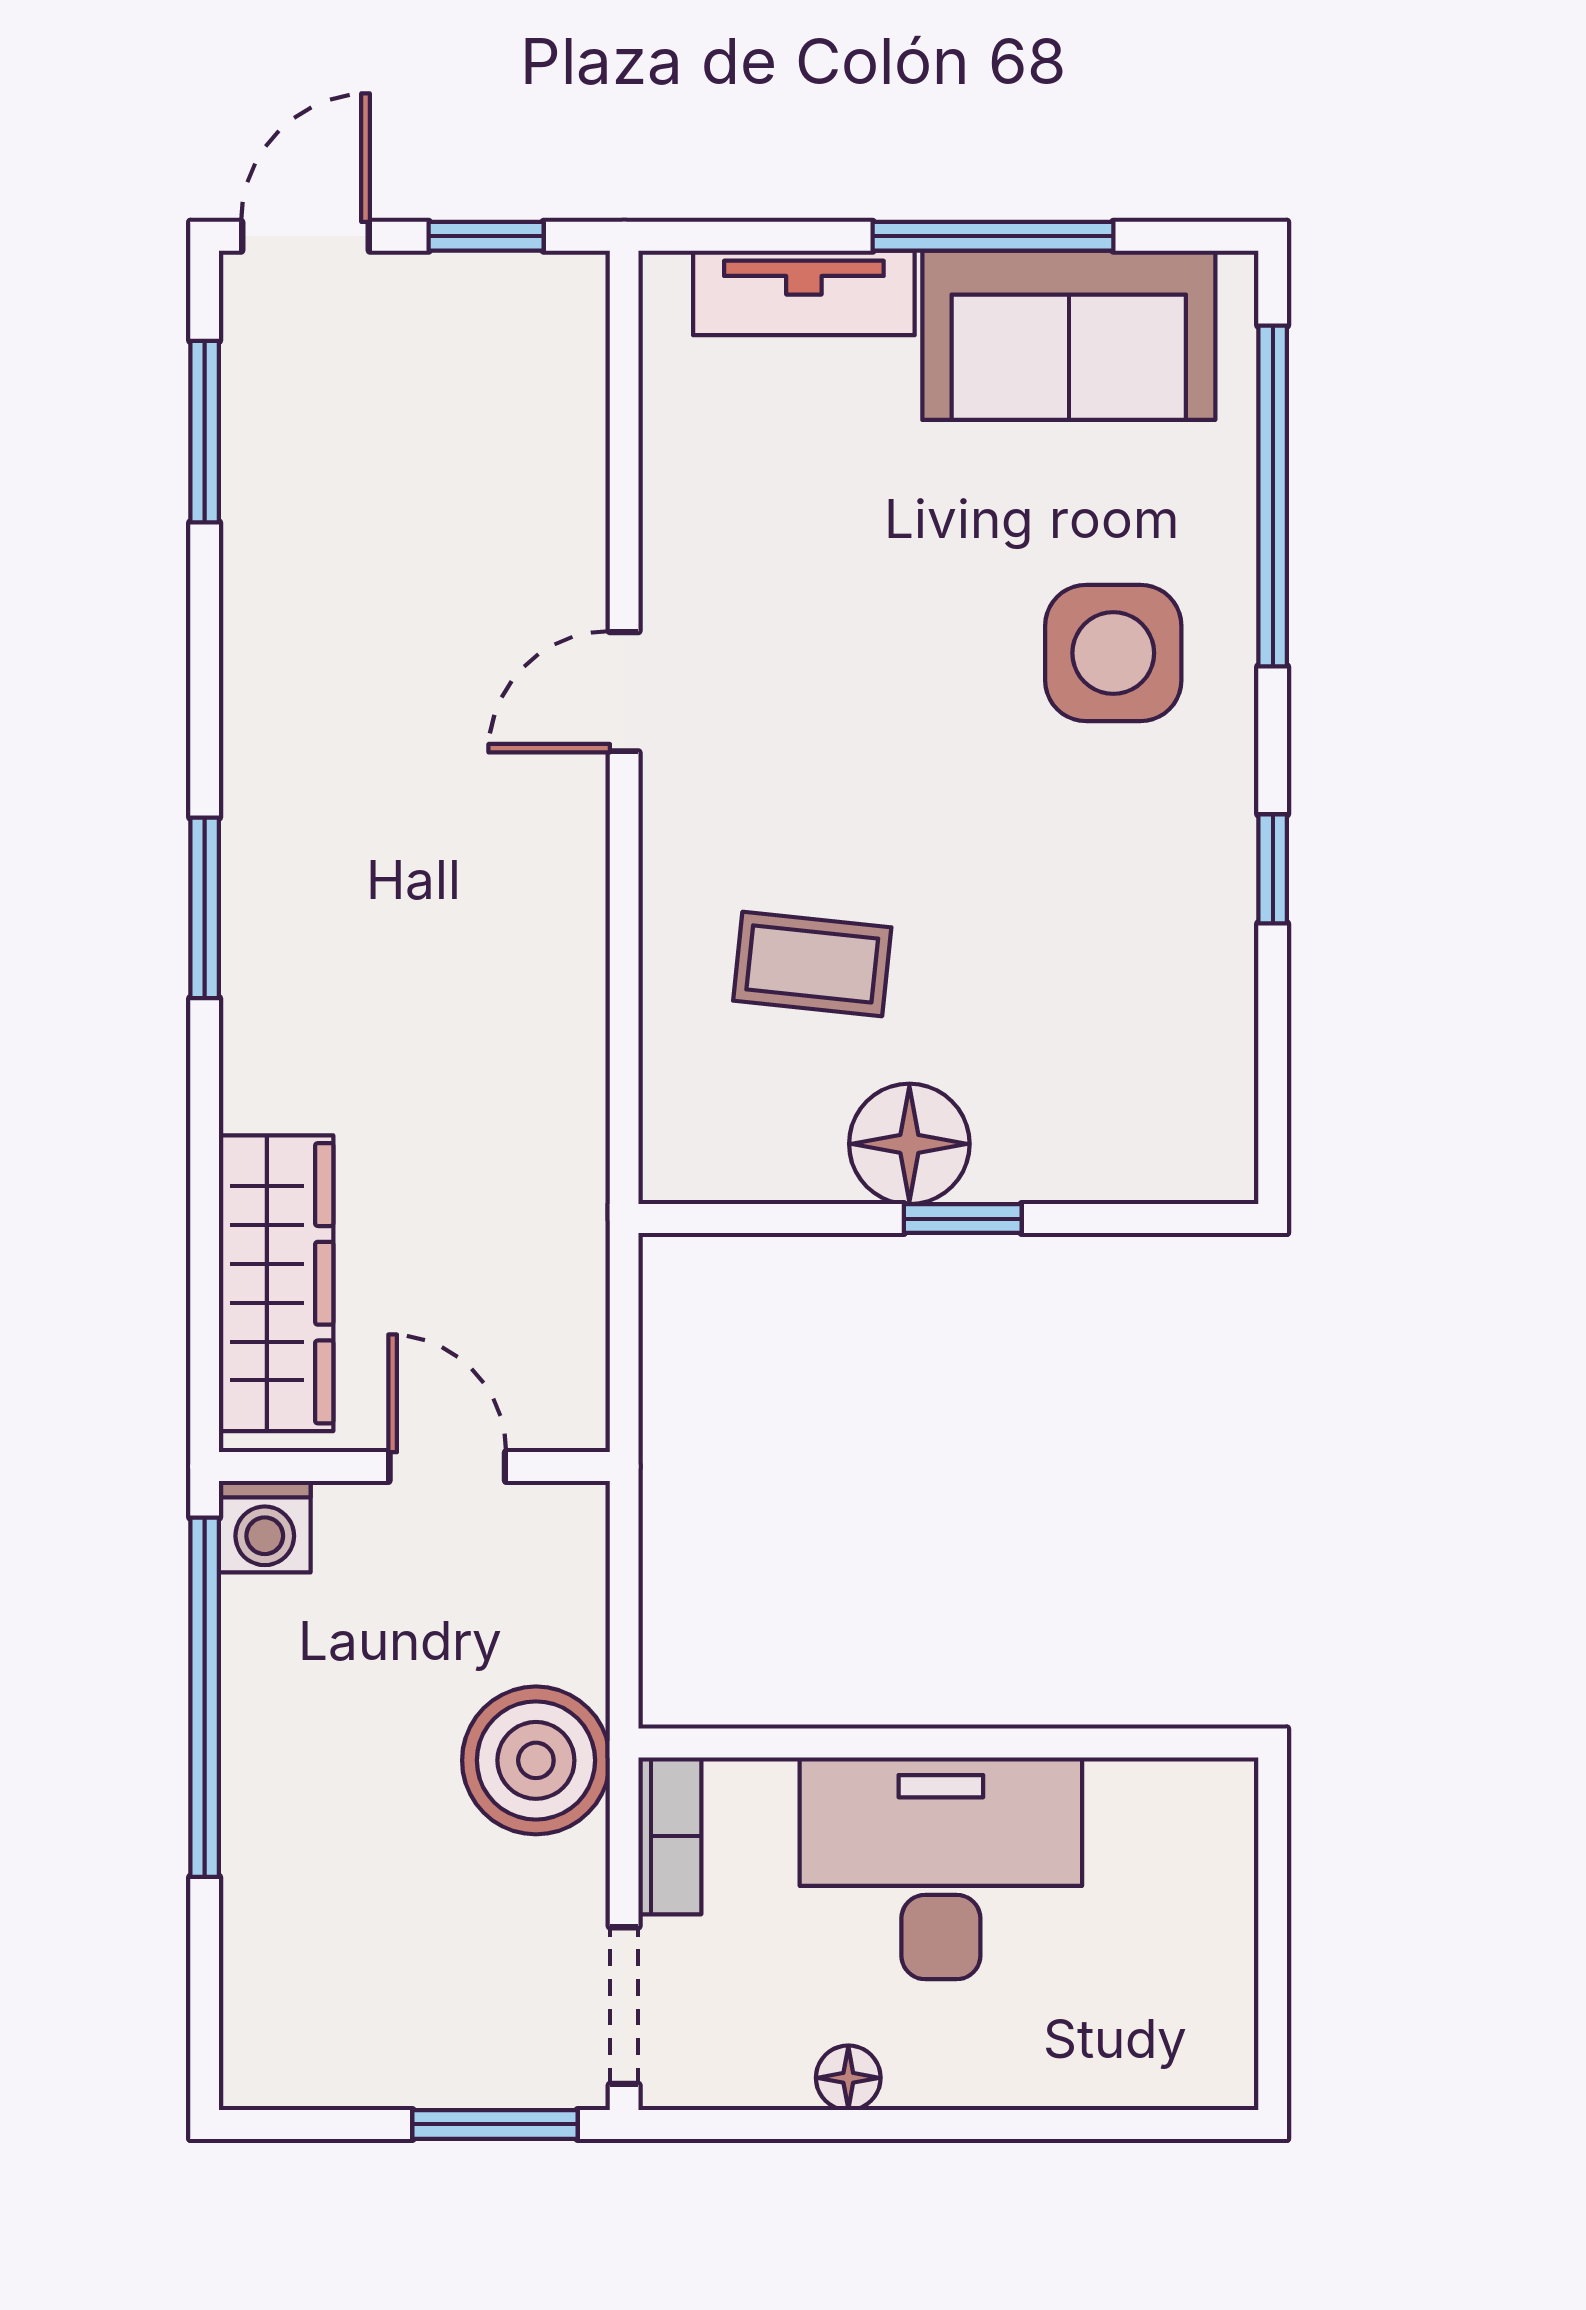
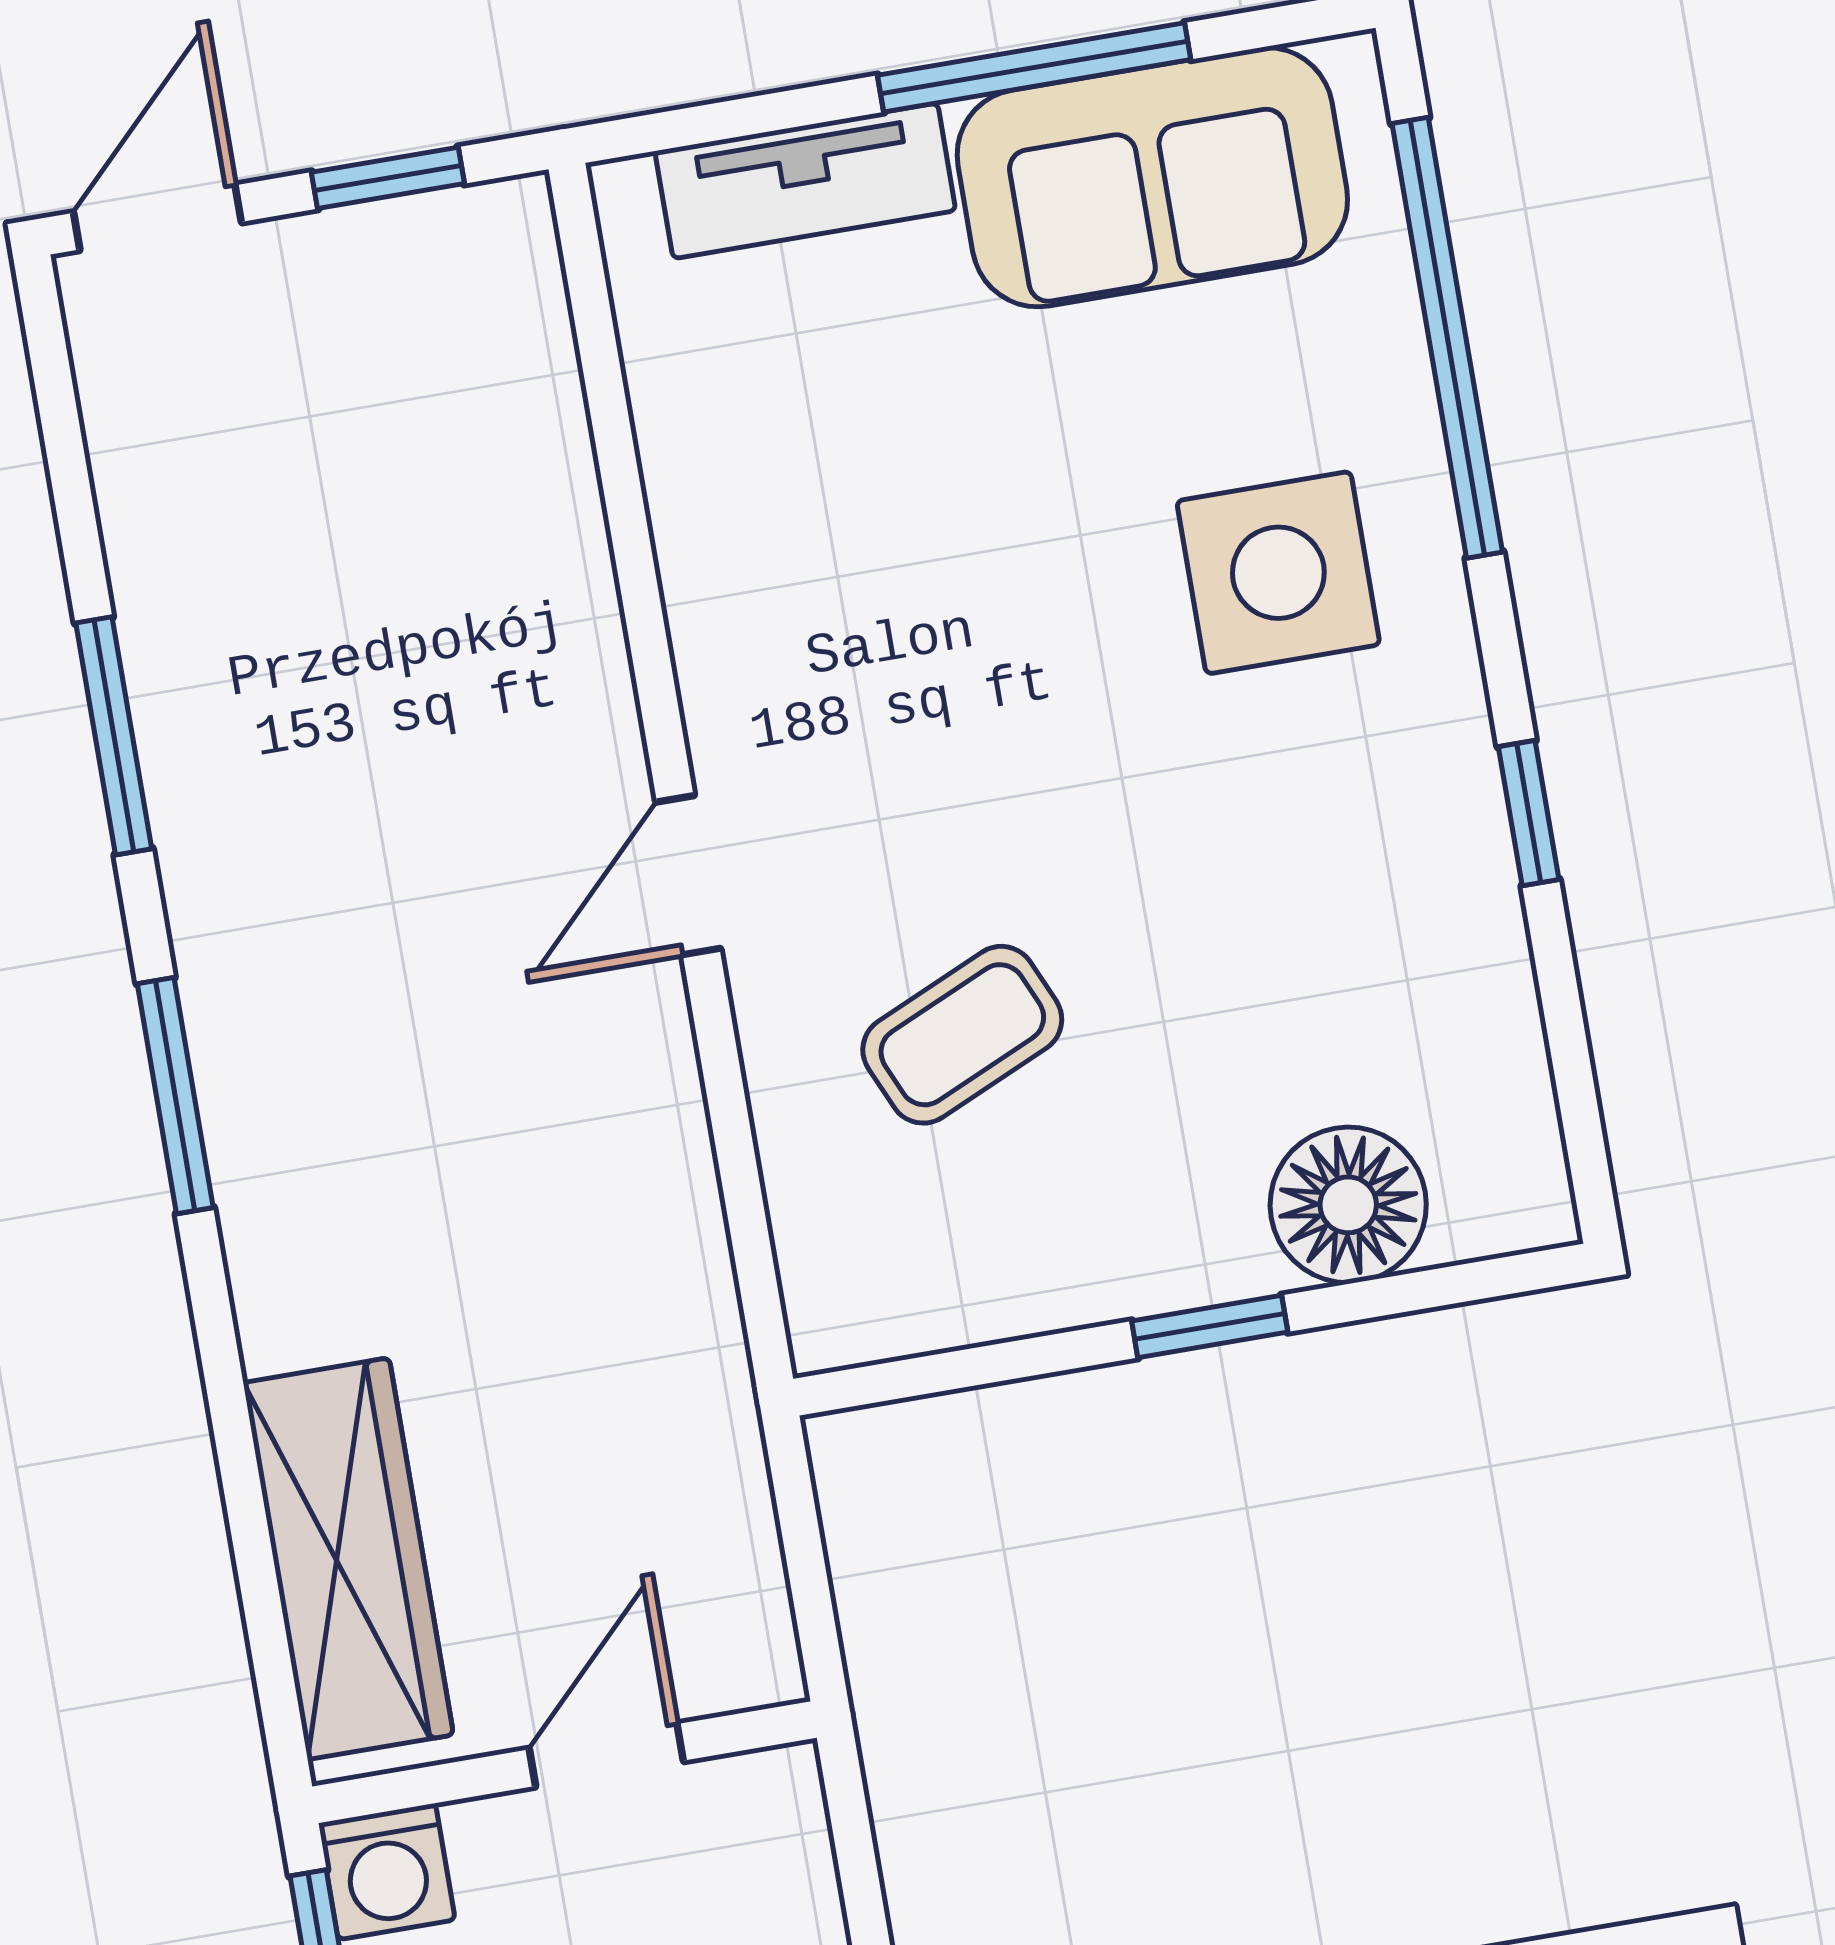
window: (205, 432) -> (114, 736), moved
door: (624, 692) -> (688, 875), moved
coffee table: (812, 964) -> (962, 1035), turned -30
floor lamp: (909, 1144) -> (1348, 1205), moved
door: (447, 1466) -> (606, 1755), hinge flipped

